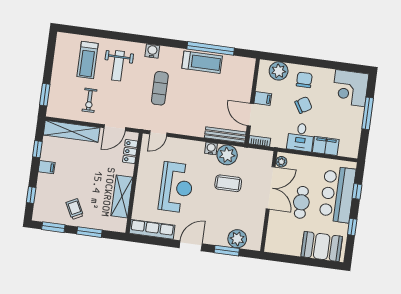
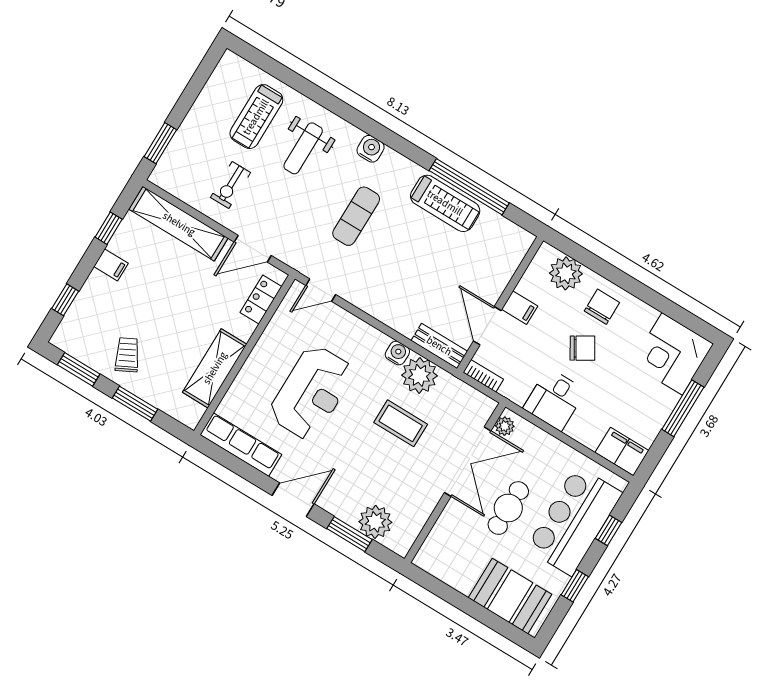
bench: (225, 135) -> (439, 346), width x0.73
filing cabinet: (326, 146) -> (622, 452), moved

